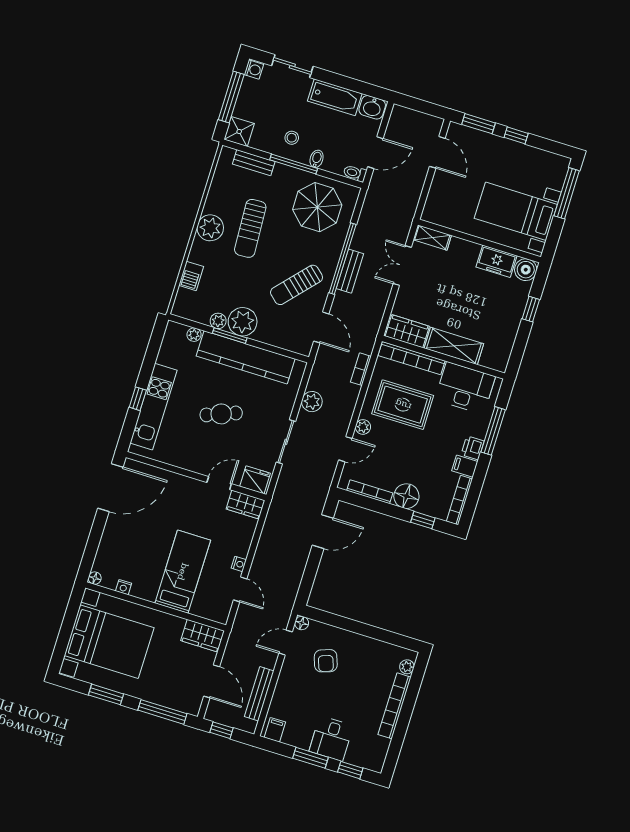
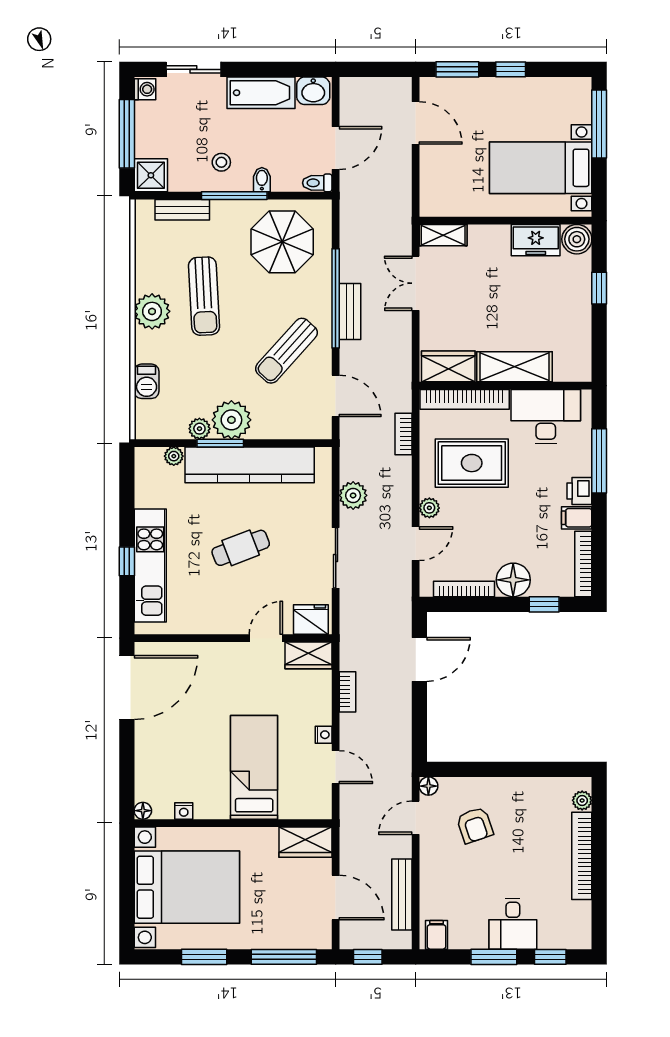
bookcase: (265, 539) -> (347, 692), added

